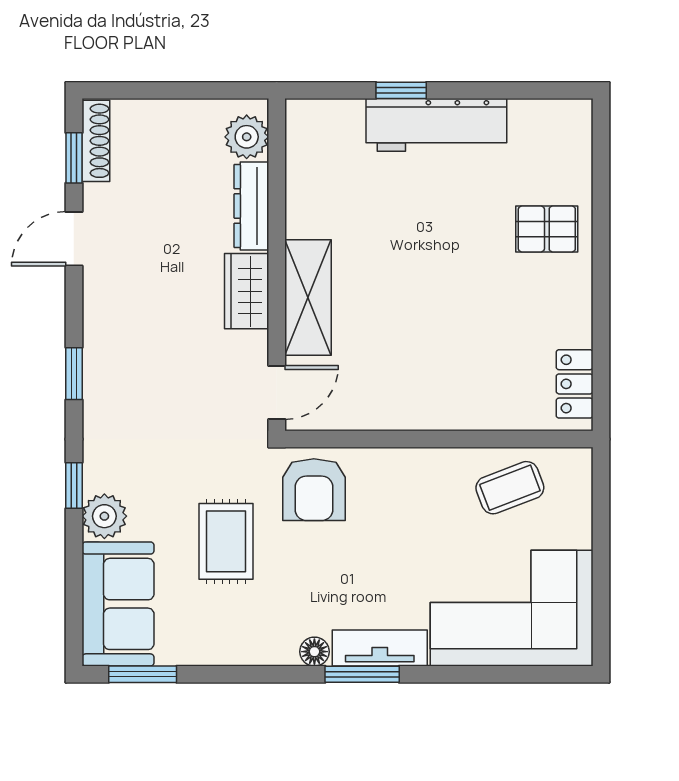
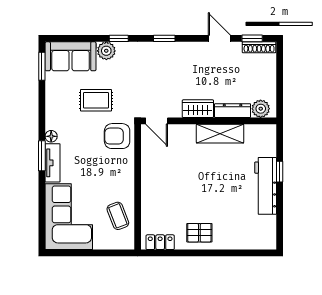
pallet: (547, 229) -> (199, 233), moved, turned 90
shelving: (308, 298) -> (220, 134), moved

